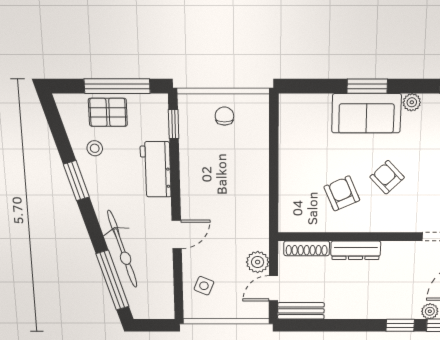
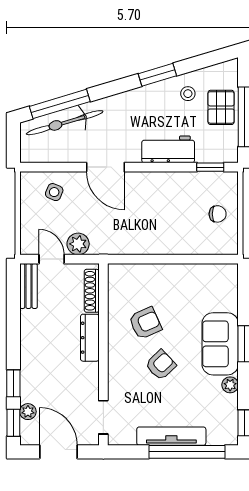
door: (177, 234) -> (105, 167), width x1.38
bicycle: (122, 249) -> (65, 123), moved

